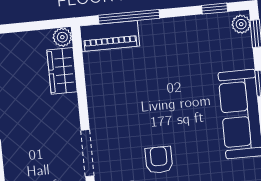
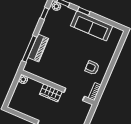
piano: (110, 36) -> (38, 48), moved
wardrobe: (62, 71) -> (51, 93), moved

